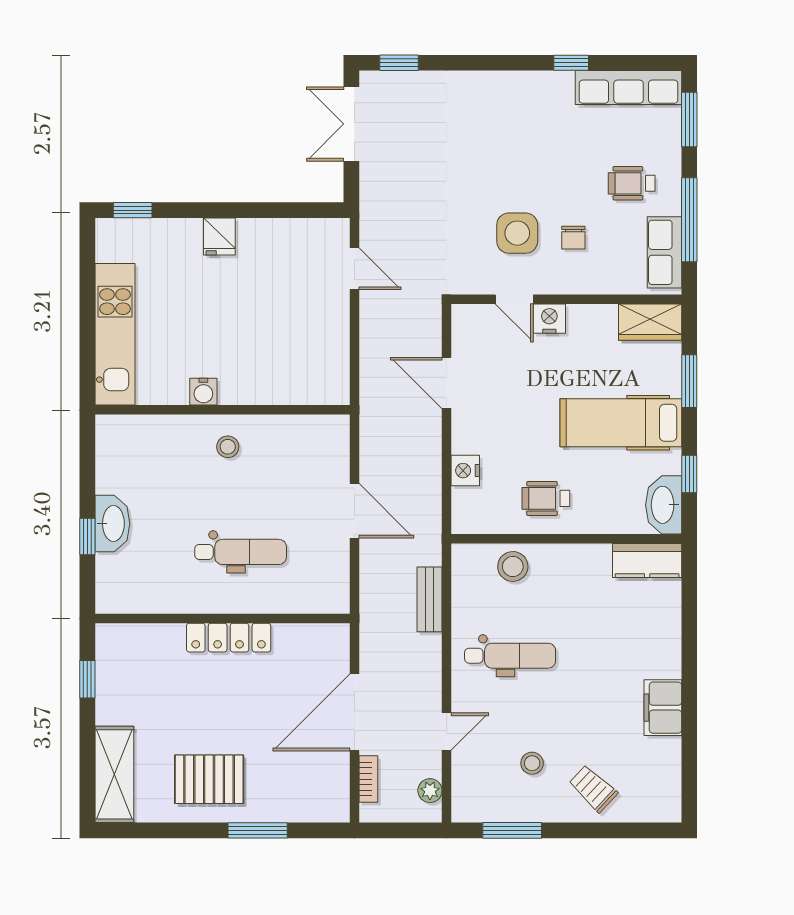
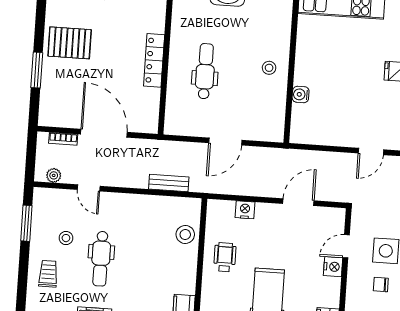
water cooler: (203, 392) -> (301, 94), moved
dental chair: (241, 552) -> (205, 71), turned 180
dental chair: (510, 656) -> (101, 259), moved
pallet: (209, 779) -> (70, 43), turned 90
trolley: (593, 789) -> (48, 274), turned -43

